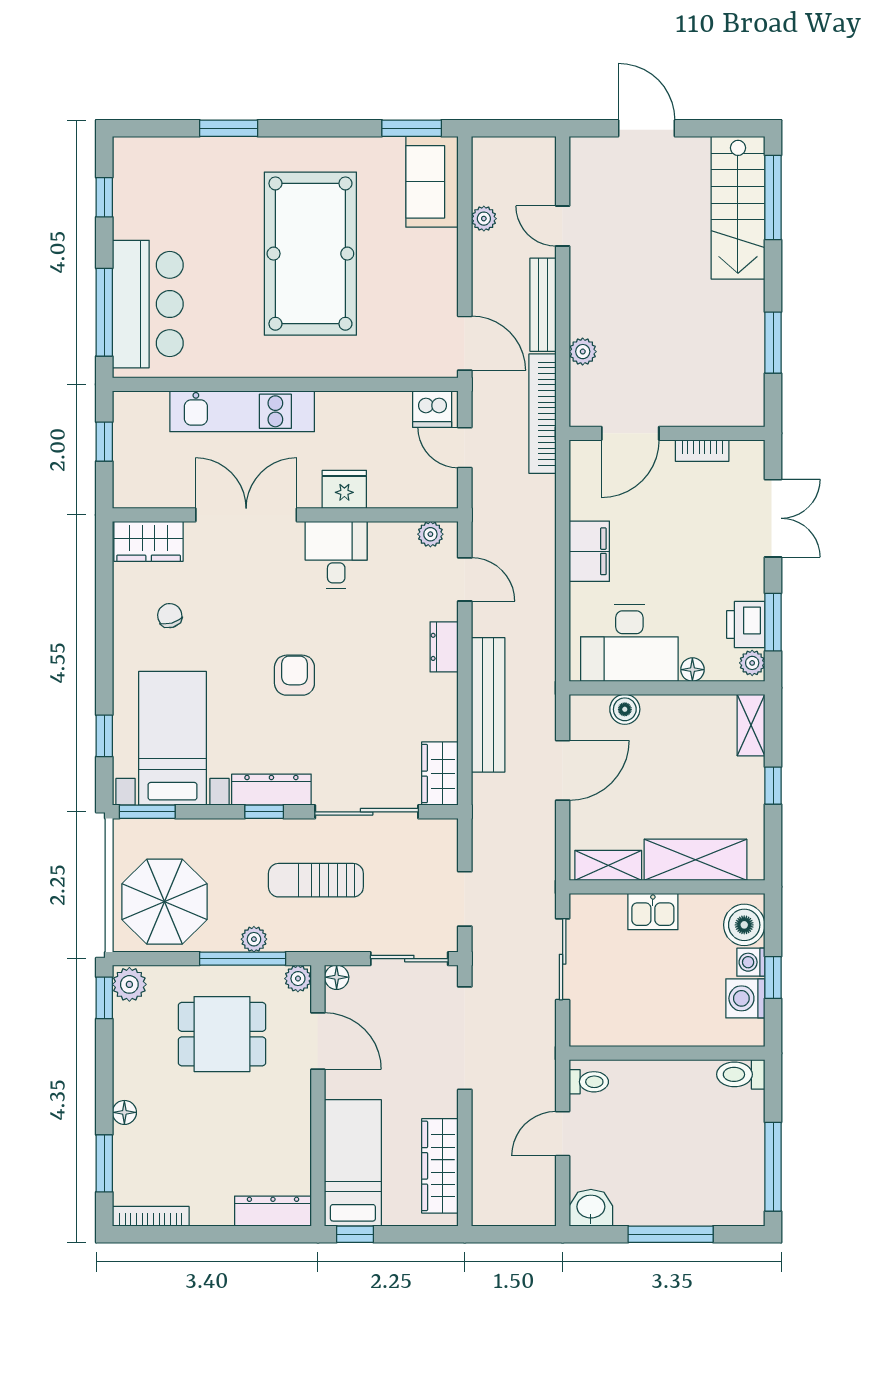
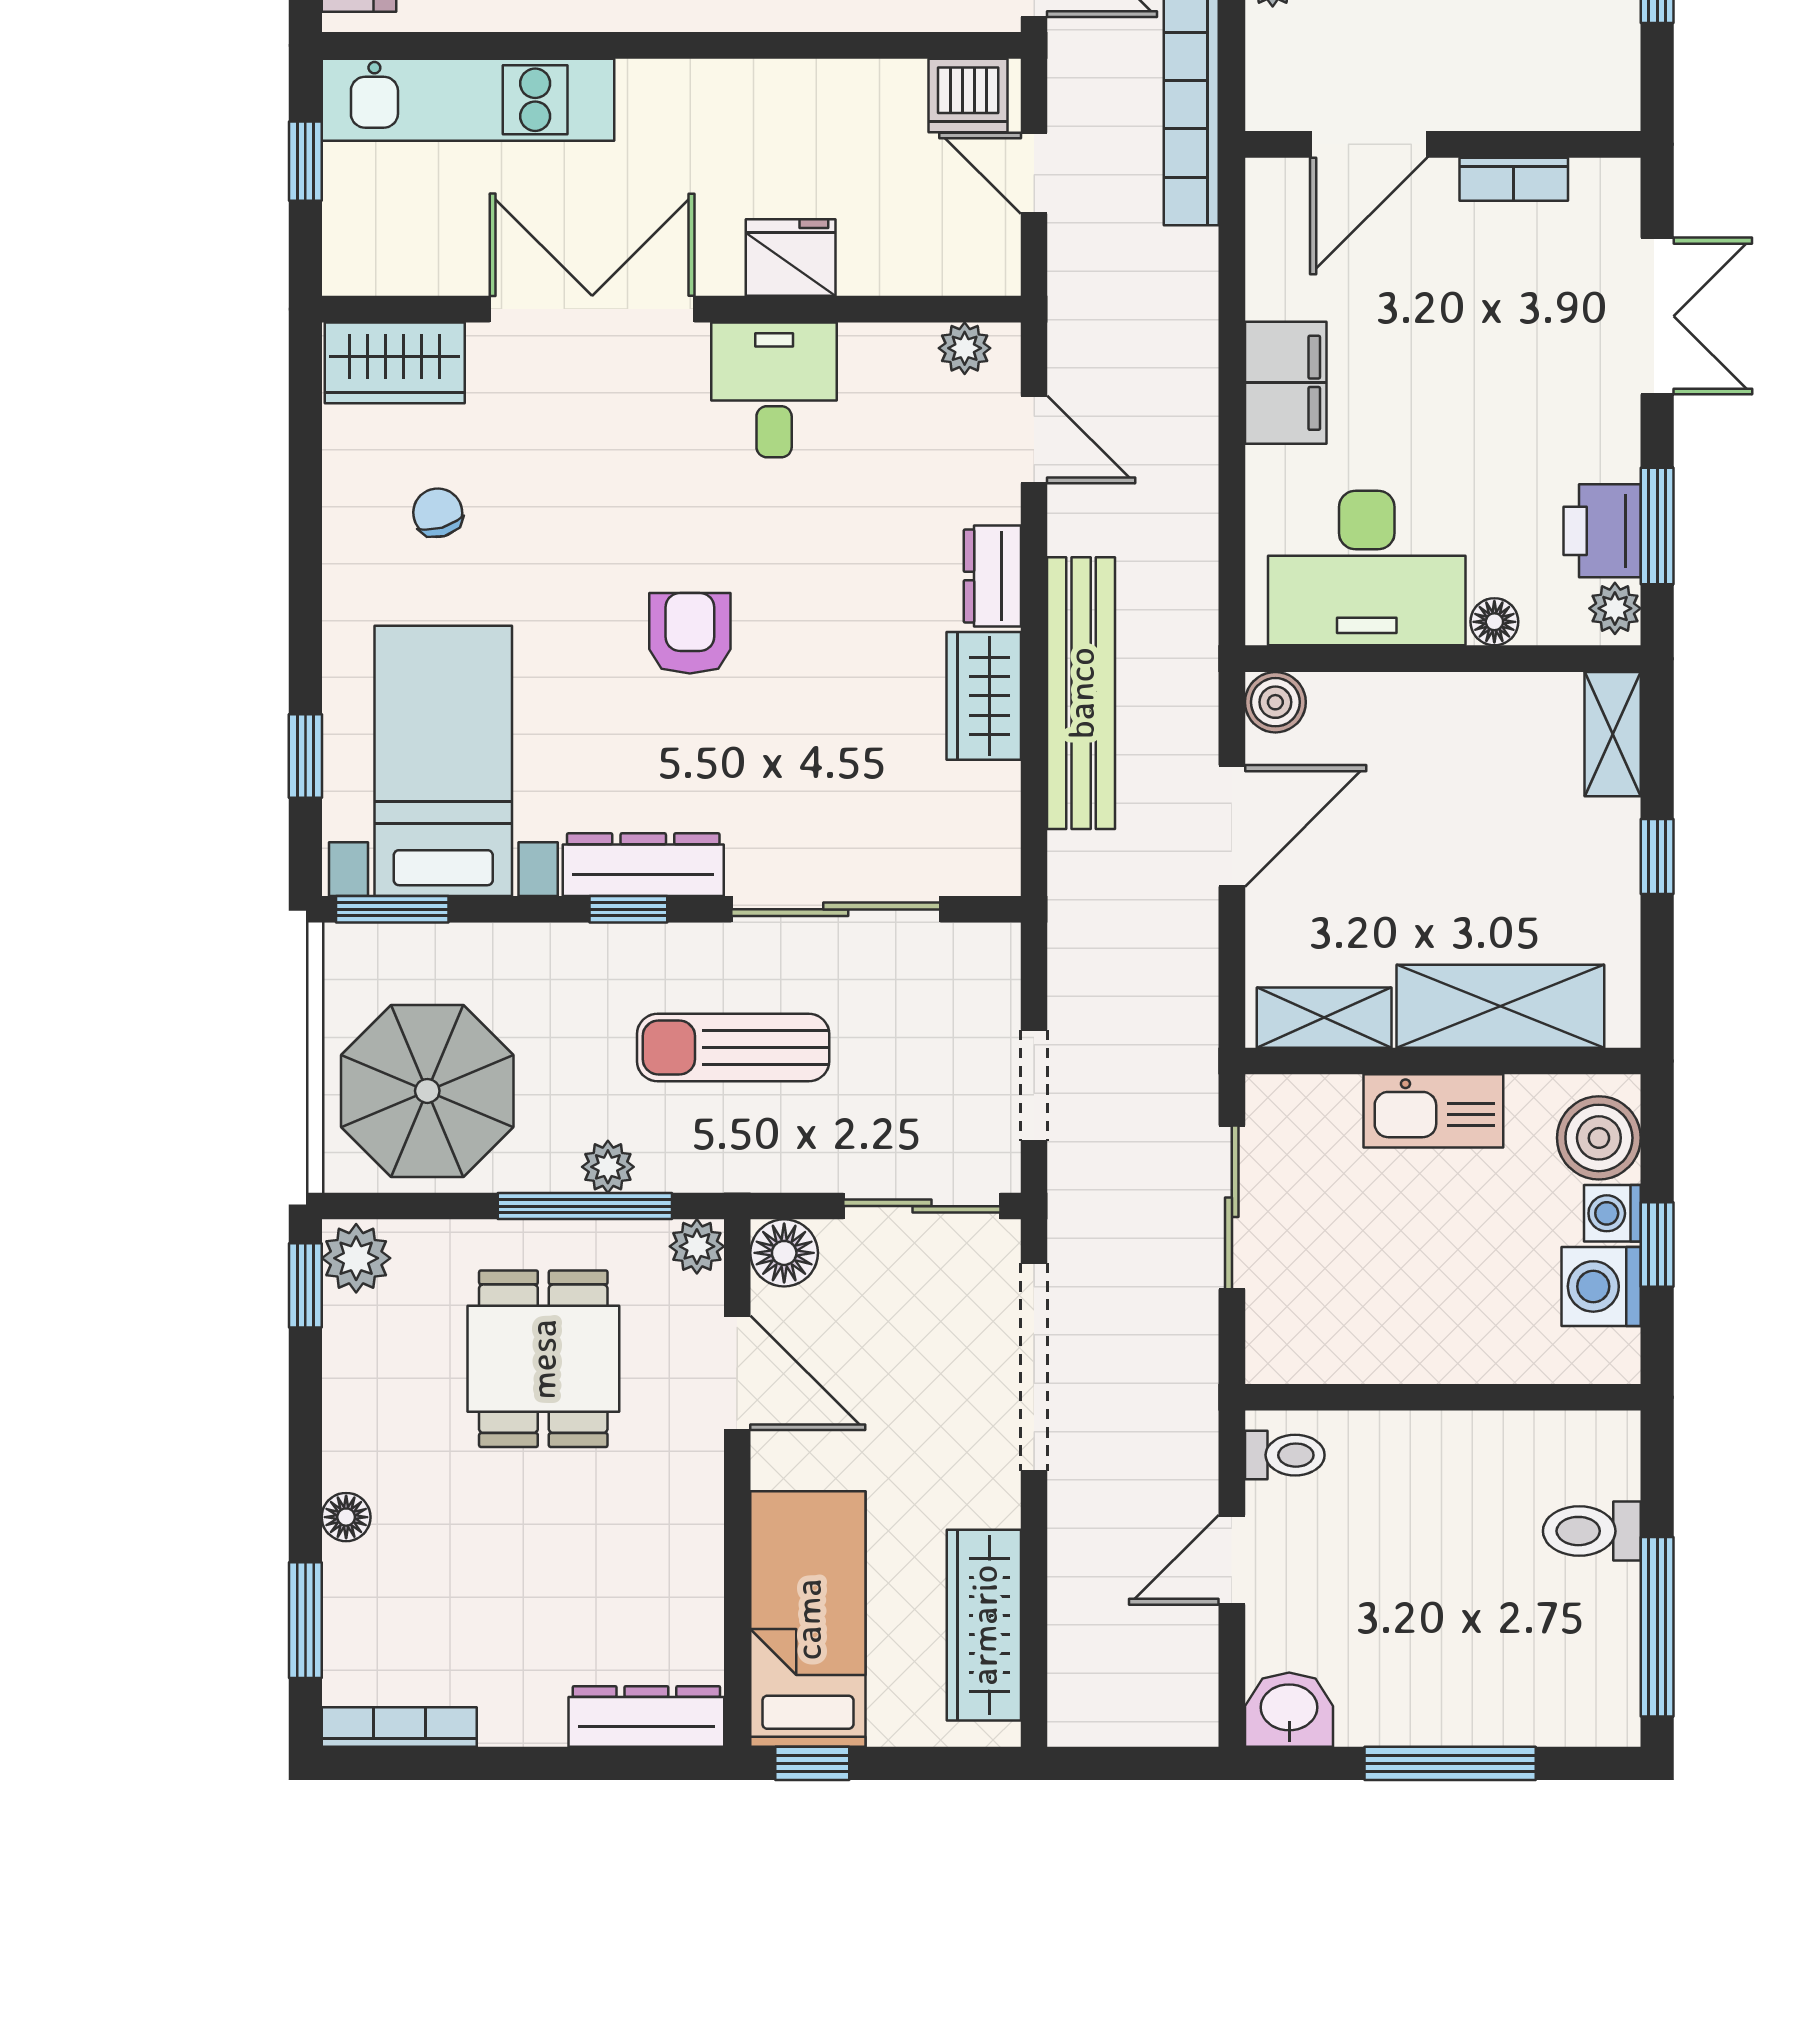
kitchen unit: (242, 411) -> (468, 100), moved
boiler: (625, 709) -> (1275, 702), moved
wardrobe: (440, 774) -> (984, 696), moved
kitchen sink: (653, 912) -> (1433, 1111), width x1.38
floor lamp: (337, 977) -> (784, 1253), width x1.37, depth x1.37
dining table: (222, 1034) -> (543, 1359), turned 90
toilet: (741, 1074) -> (1592, 1531), moved

